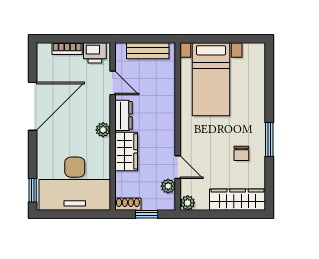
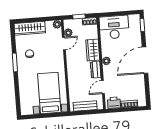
door: (113, 83) -> (103, 87), hinge flipped
door: (33, 106) -> (145, 60), moved
door: (178, 167) -> (64, 44), swing flipped
desk: (75, 184) -> (114, 27), width x0.73, depth x0.77

